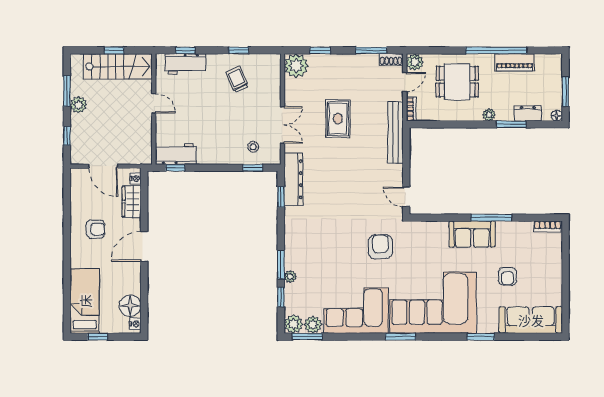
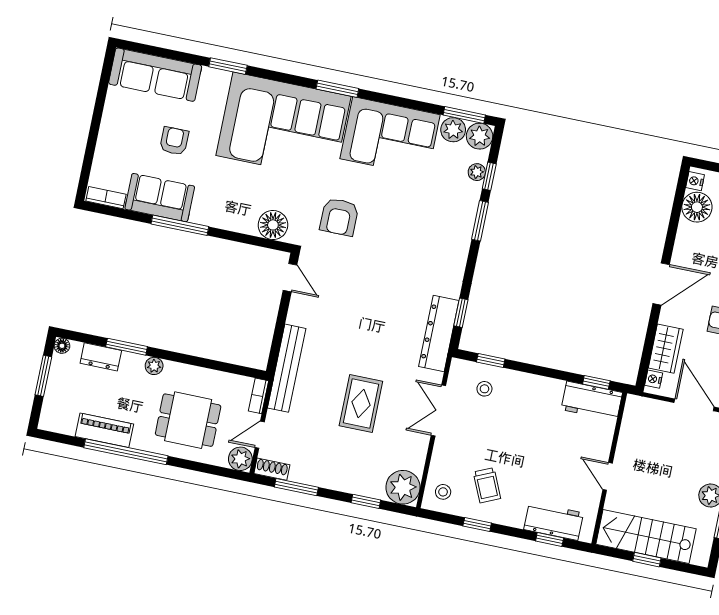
stool: (267, 68) -> (443, 492), added
floor lamp: (426, 231) -> (273, 225), added
sofa: (472, 234) -> (160, 198), moved
plant: (290, 277) -> (477, 172), moved

